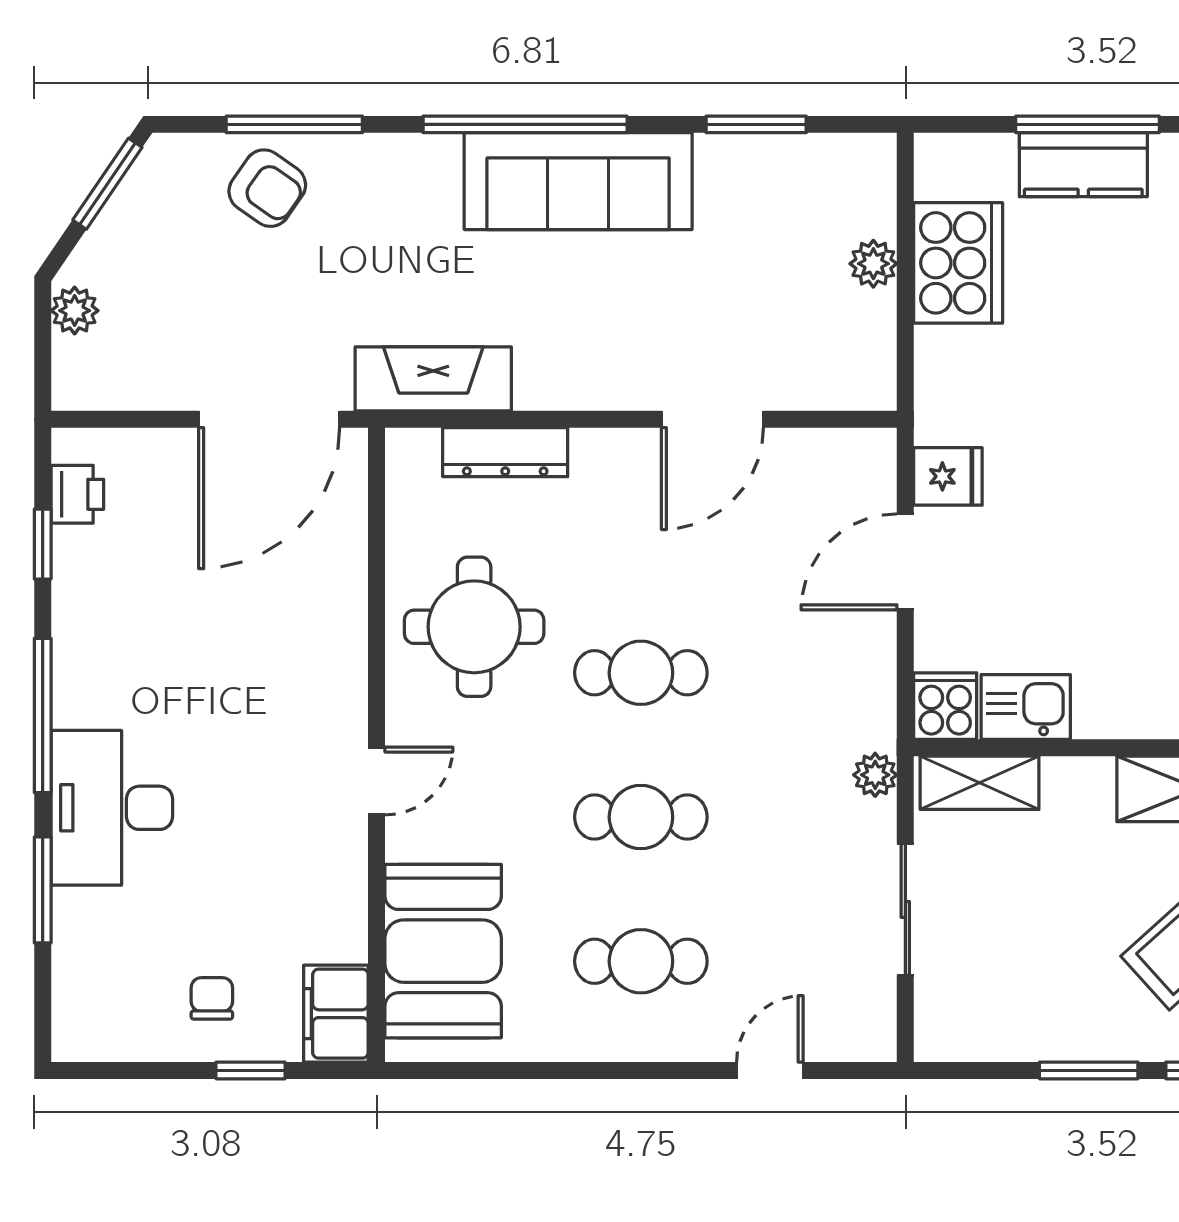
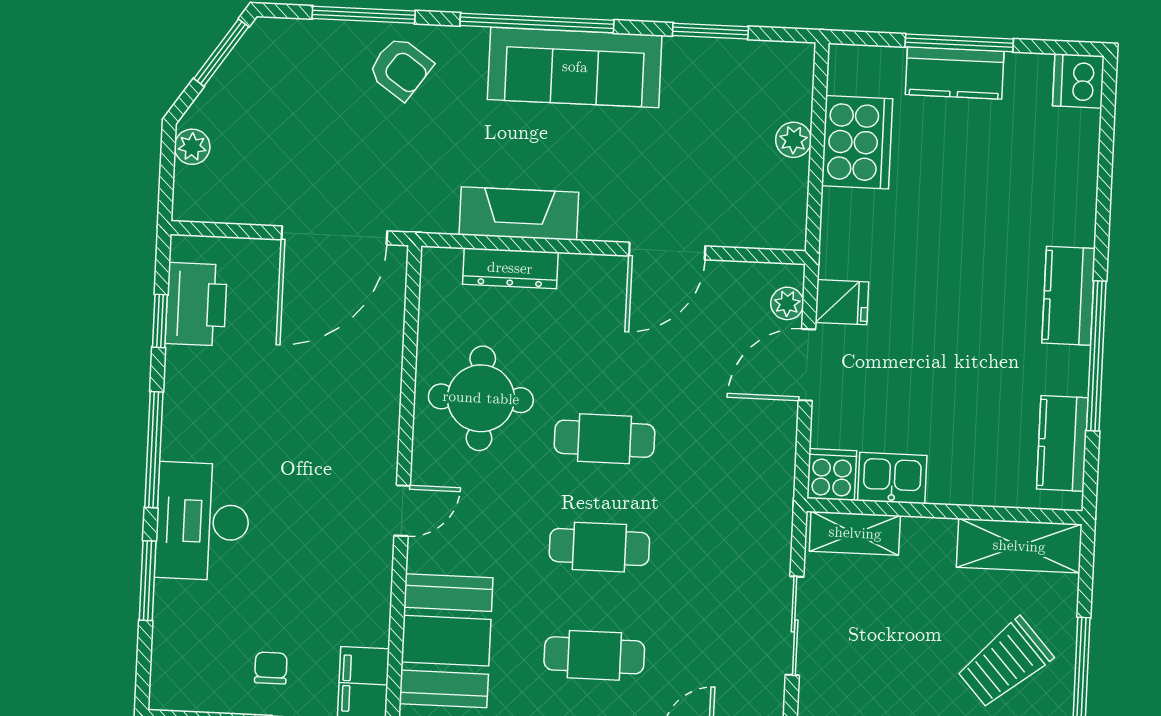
armchair: (267, 188) -> (400, 68), moved
fireplace: (433, 379) -> (519, 214), moved
printer: (77, 494) -> (196, 304), width x1.87, depth x1.48
plant: (875, 775) -> (787, 303), moved

